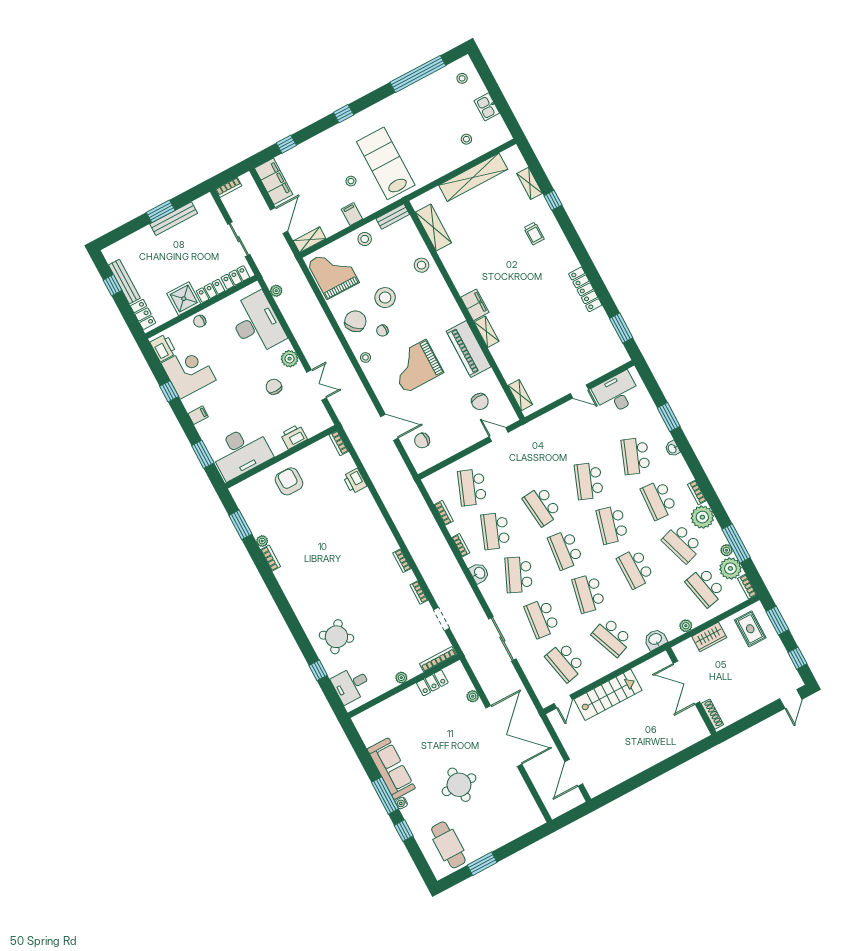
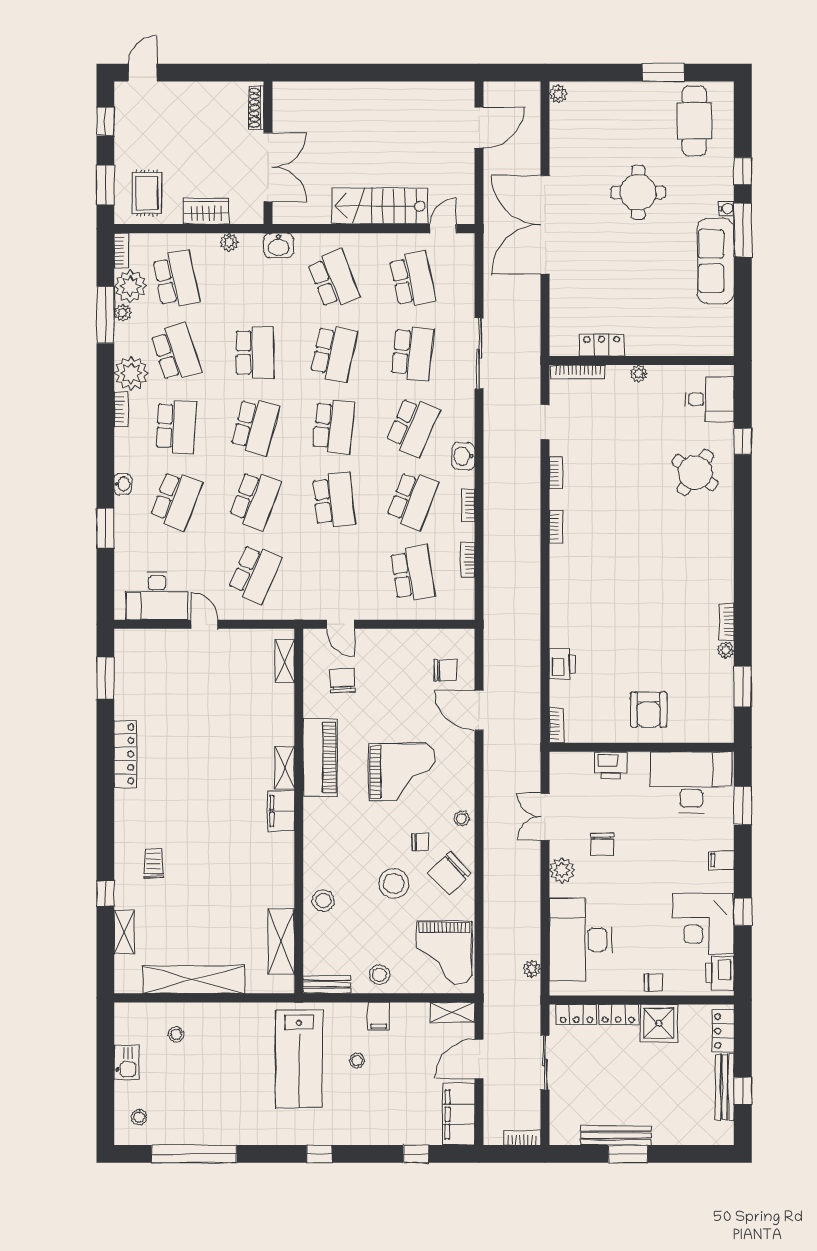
school desk: (565, 437) -> (255, 574), added
school desk: (472, 487) -> (413, 574), turned -30
plant: (473, 696) -> (558, 94), moved

